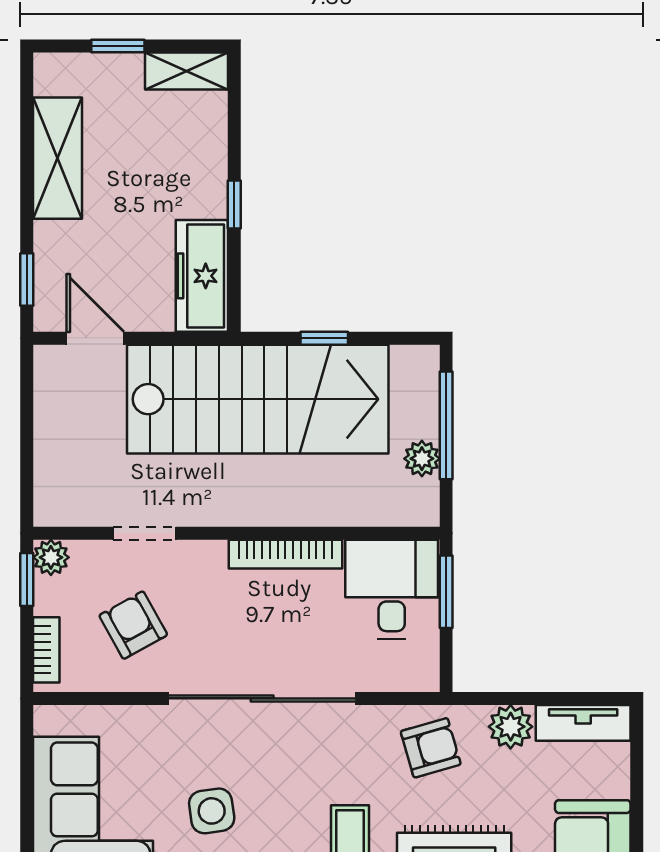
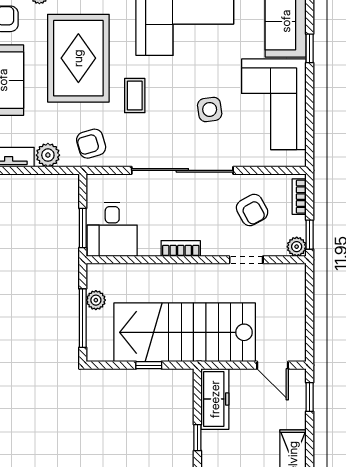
bookcase: (285, 554) -> (181, 248), width x0.64

